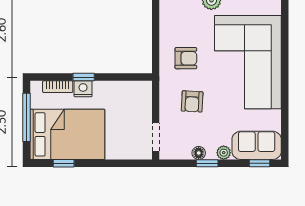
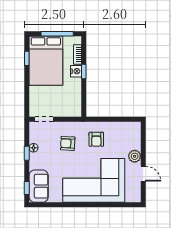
plant: (224, 153) -> (34, 164), removed

